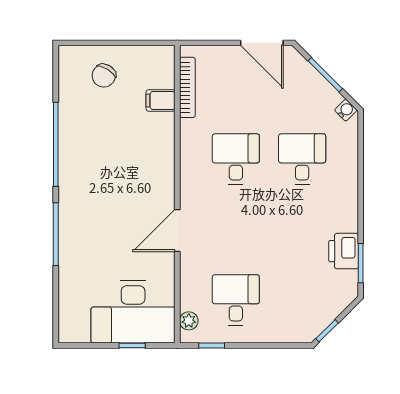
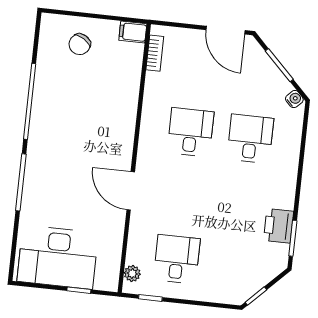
bookcase: (187, 87) -> (155, 53), width x0.64
filing cabinet: (161, 100) -> (133, 32), moved
door: (177, 230) -> (131, 191), hinge flipped
desk: (133, 312) -> (58, 257), moved

